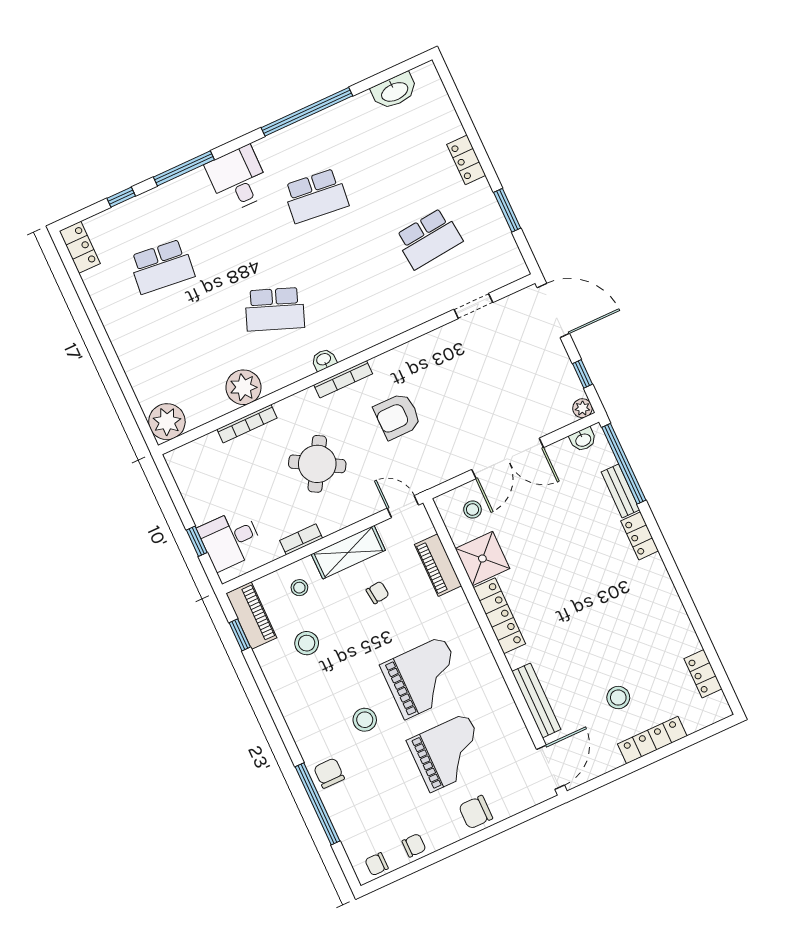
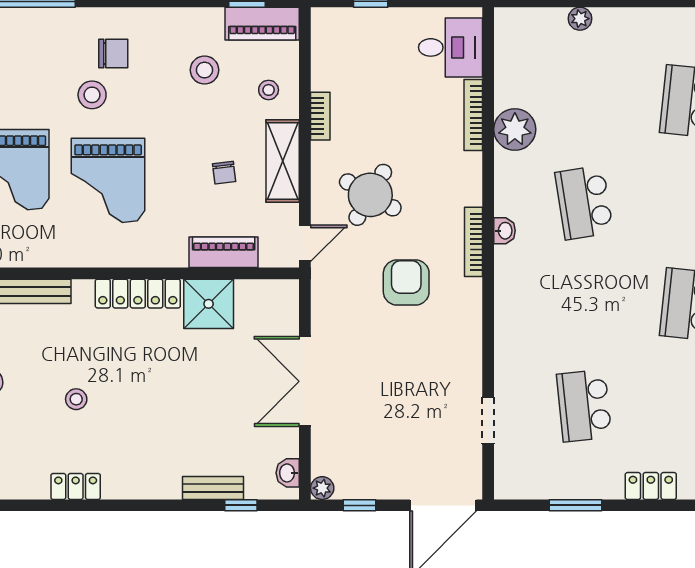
school desk: (275, 309) -> (584, 203), turned -30
plant: (167, 422) -> (580, 19), moved, width x0.53, depth x0.53
round table: (317, 464) -> (370, 195), moved
window: (624, 464) -> (241, 505), width x0.32
stool: (473, 510) -> (76, 399), moved
locker: (640, 536) -> (76, 486), moved
desk: (230, 540) -> (451, 47), moved, turned 90
chair: (329, 773) -> (113, 54), moved

